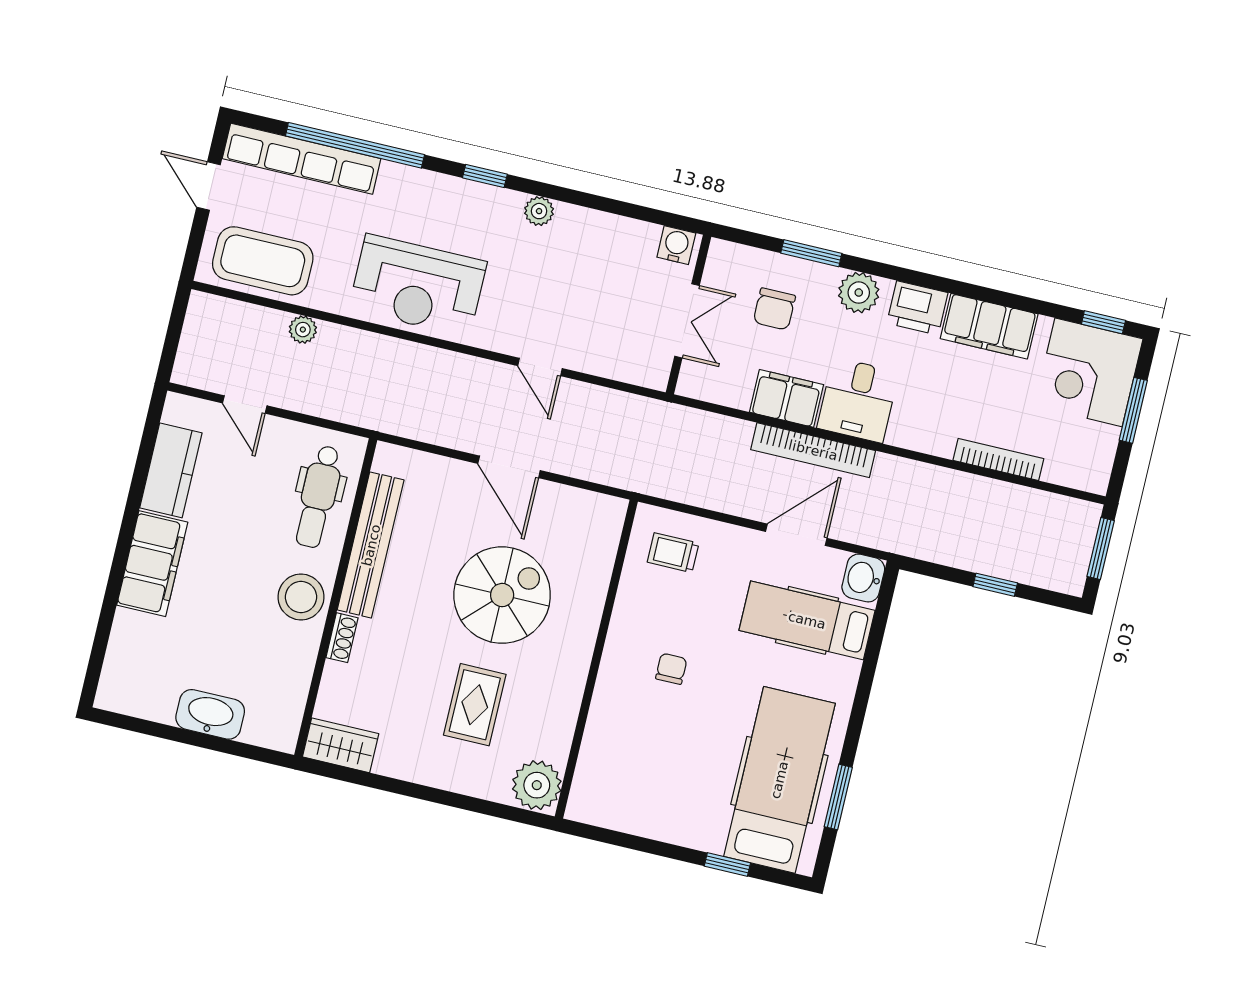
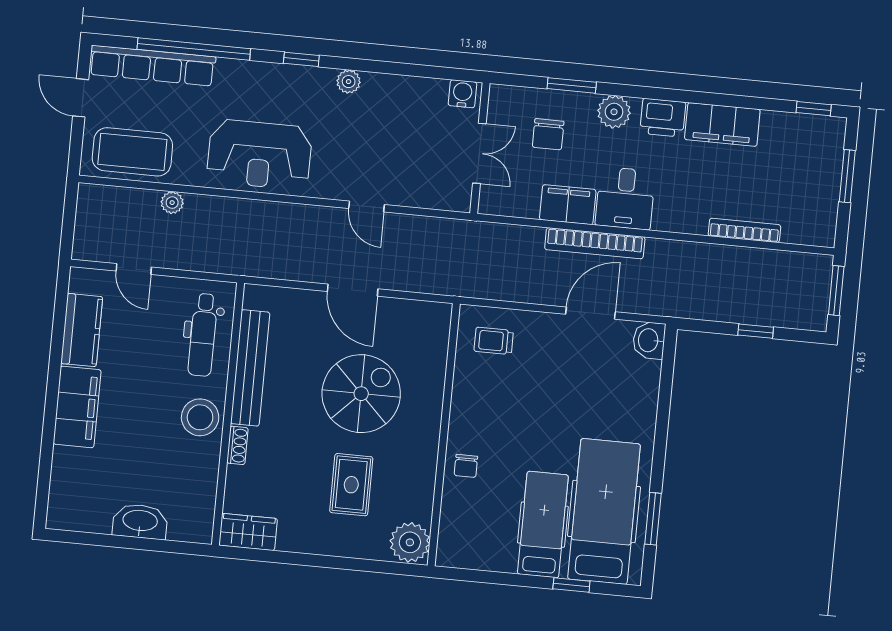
corner desk: (1089, 372) -> (807, 151), removed
hospital bed: (807, 620) -> (543, 525), moved, turned 90
chair: (671, 669) -> (466, 466), moved, turned 180

